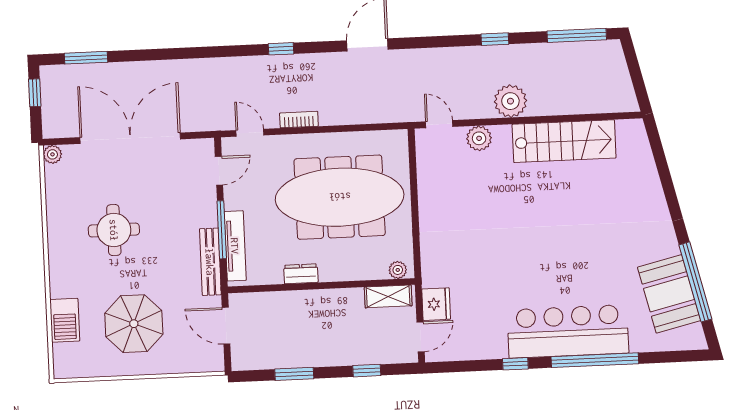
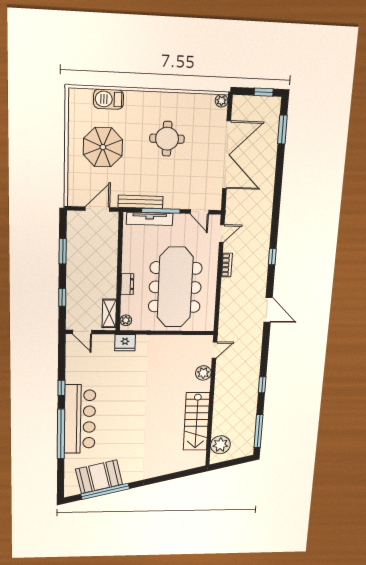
plant: (510, 101) -> (220, 445), moved
dresser: (301, 274) -> (127, 284), moved
fridge: (436, 304) -> (125, 343), moved

